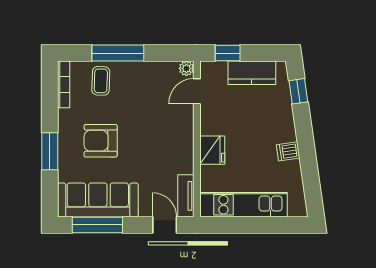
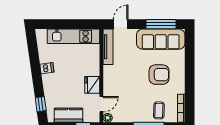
fridge: (212, 150) -> (92, 85), moved
window: (50, 151) -> (190, 68), removed
tv unit: (186, 196) -> (108, 47), width x1.41
door: (165, 225) -> (121, 24), swing flipped

